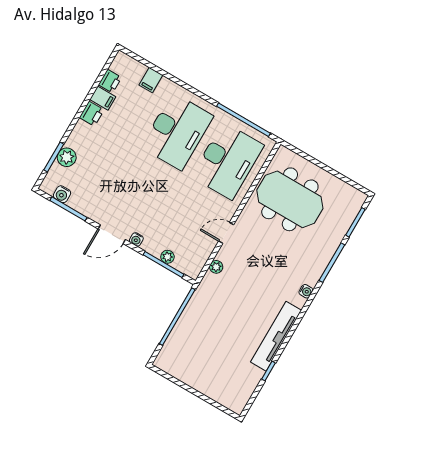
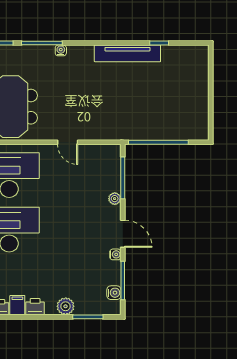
plant: (67, 157) -> (66, 306), moved
water cooler: (136, 239) -> (115, 254), moved
plant: (167, 257) -> (115, 199), moved
plant: (216, 267) -> (100, 134), removed
water cooler: (306, 291) -> (61, 50), moved

